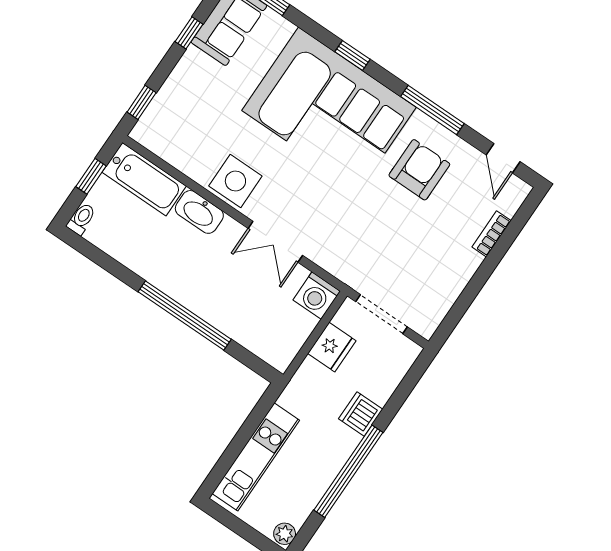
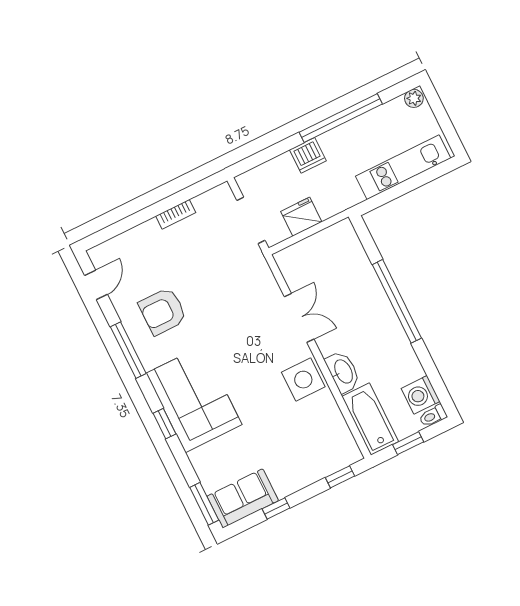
corner sofa: (329, 109) -> (194, 399), width x0.73, depth x0.74
bookcase: (492, 234) -> (176, 214), moved
washing machine: (317, 296) -> (421, 395), moved, turned 180

